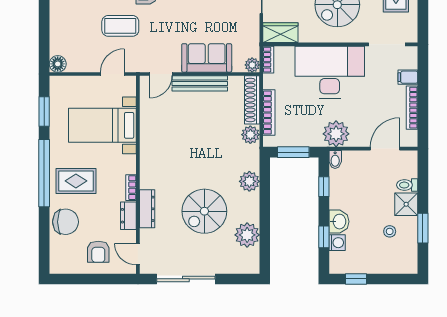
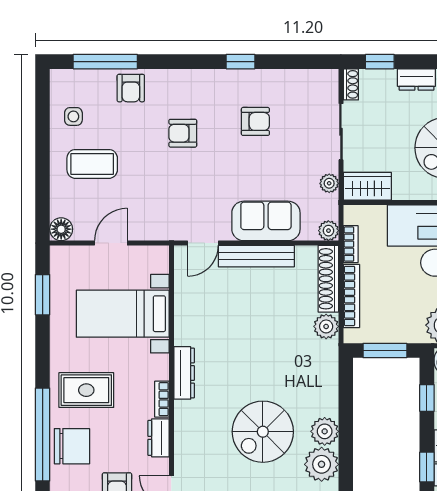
coffee table: (120, 26) -> (92, 164), moved
plant: (253, 30) -> (329, 183), added
bookcase: (268, 60) -> (351, 244), moved
door: (112, 74) -> (111, 243), moved
window: (44, 173) -> (43, 435), moved
plant: (249, 181) -> (325, 431), moved
dresser: (147, 209) -> (184, 373), moved

